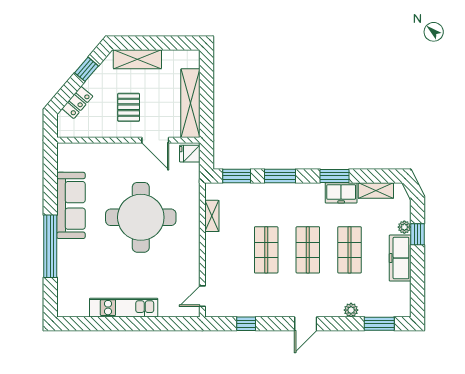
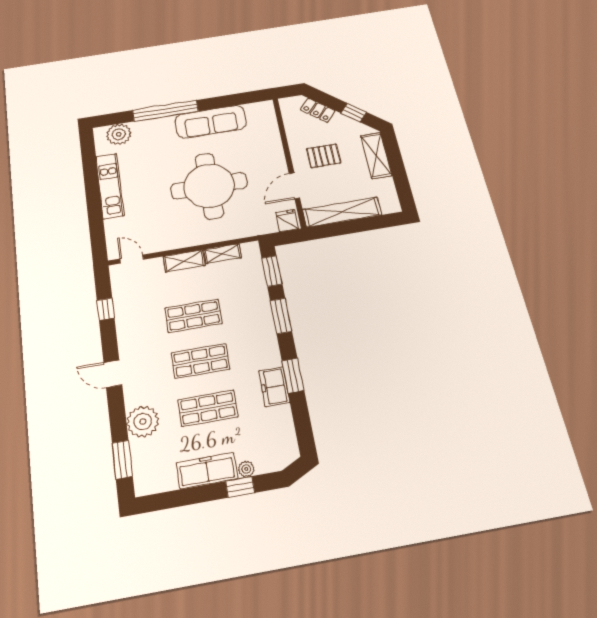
shelving: (376, 190) -> (184, 261), moved, turned 90
plant: (69, 293) -> (119, 134), added
plant: (351, 310) -> (143, 422), width x1.88, depth x1.88

